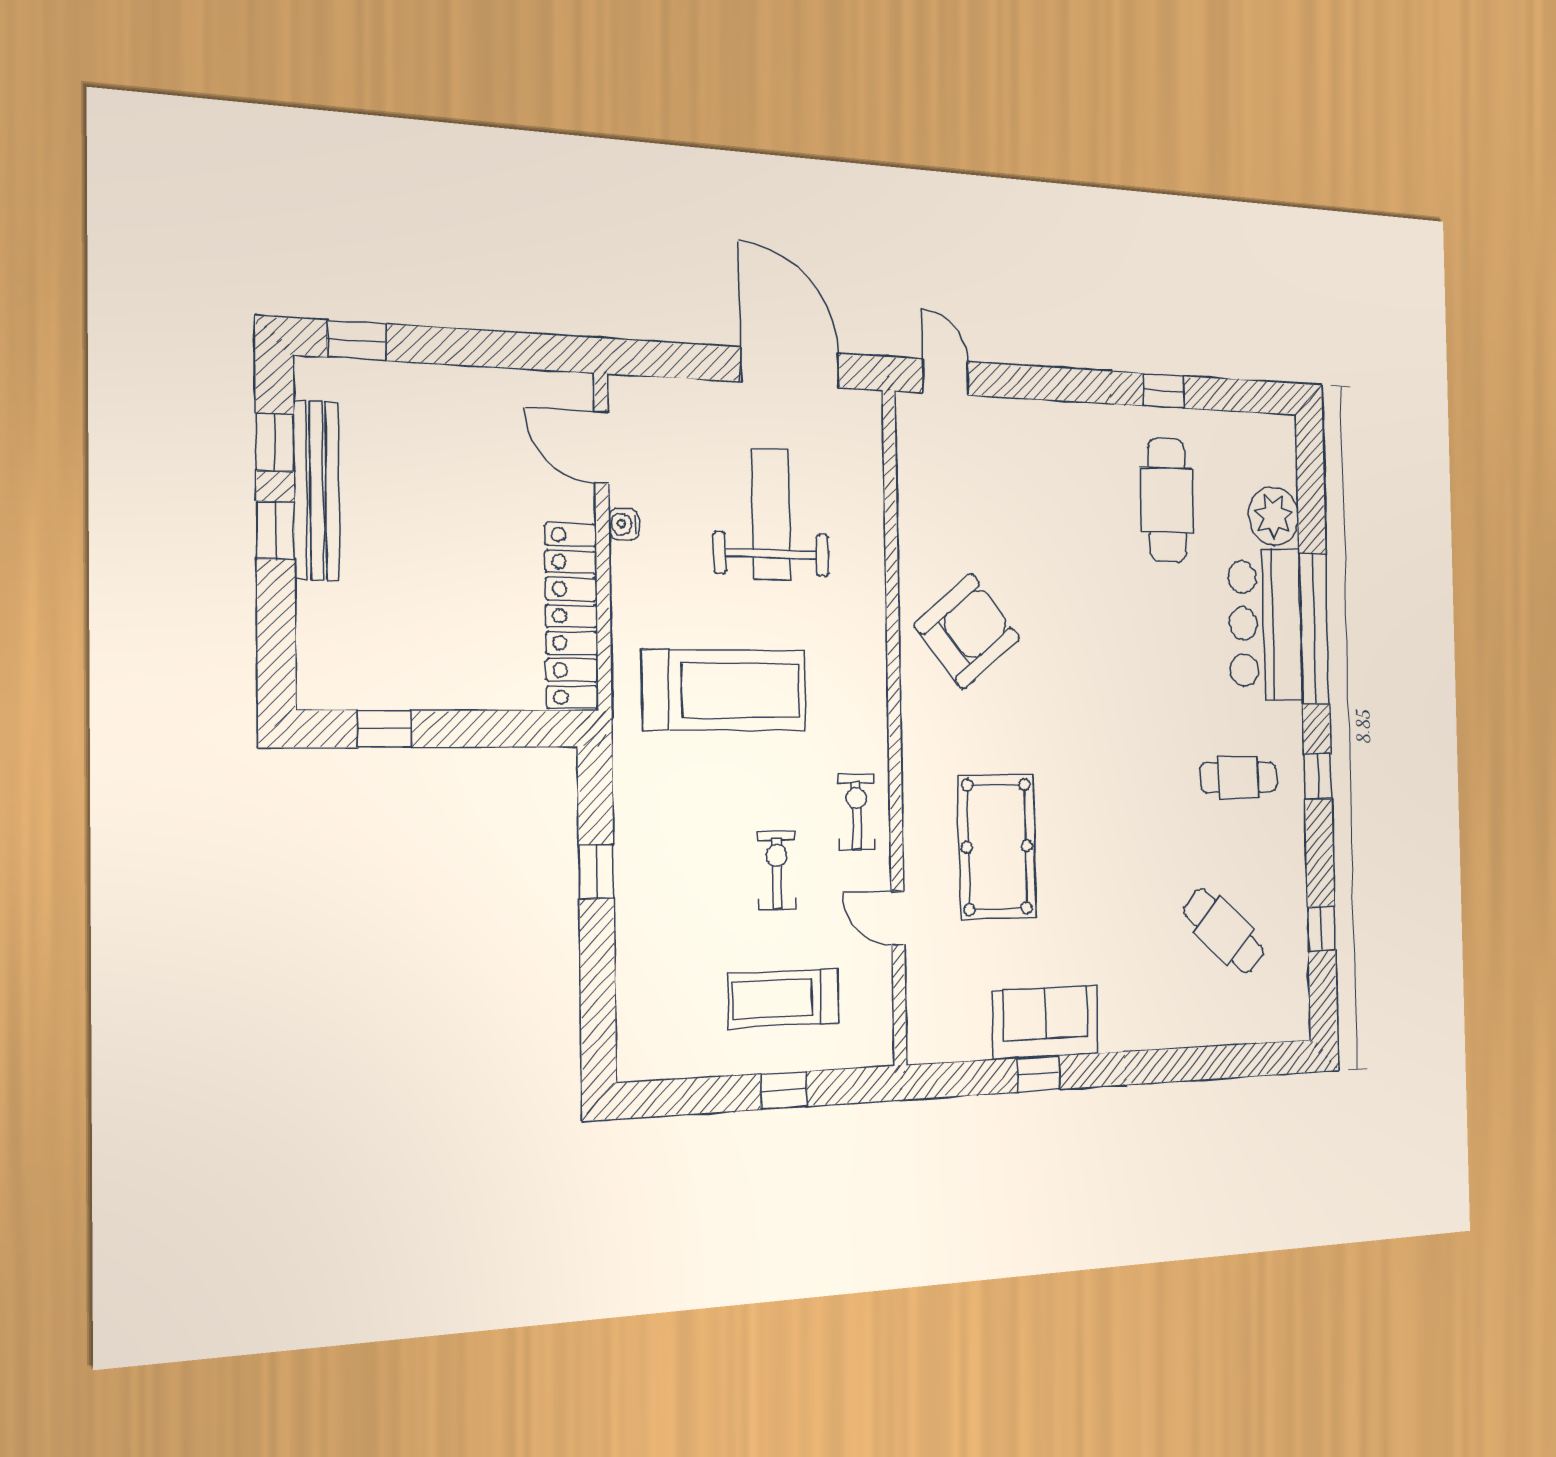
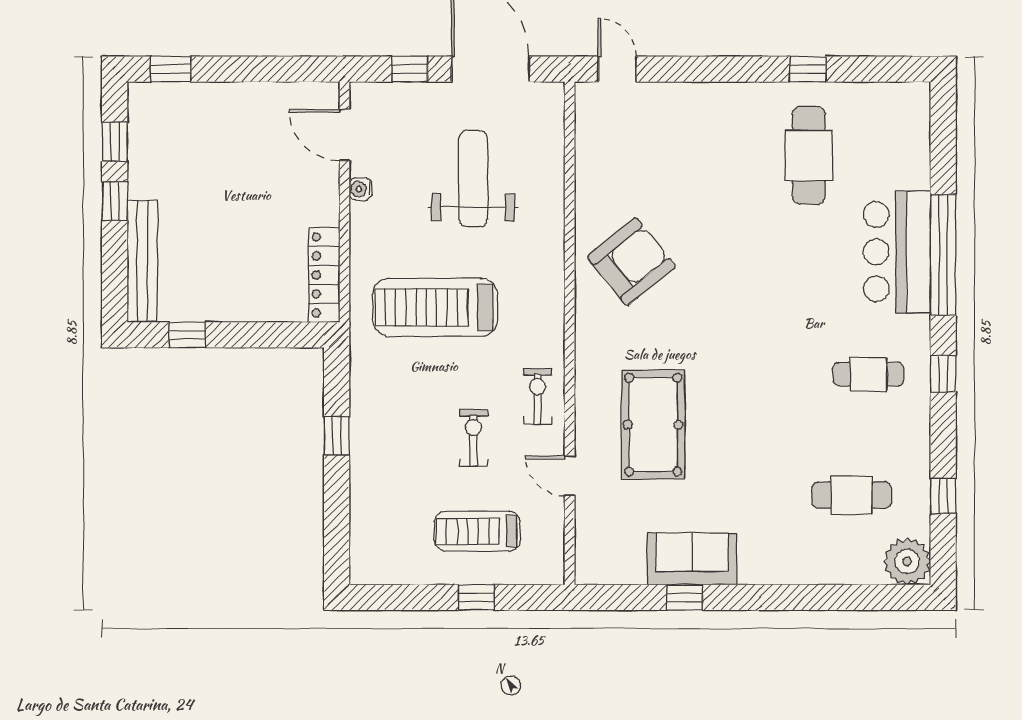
window: (687, 361) -> (410, 69), added
bench: (316, 491) -> (142, 261), moved
plant: (1274, 516) -> (907, 561), moved
locker: (572, 616) -> (324, 275), width x0.71, depth x0.83
treadmill: (724, 690) -> (435, 307), turned 180
cafe table: (1224, 931) -> (852, 495), turned -42

